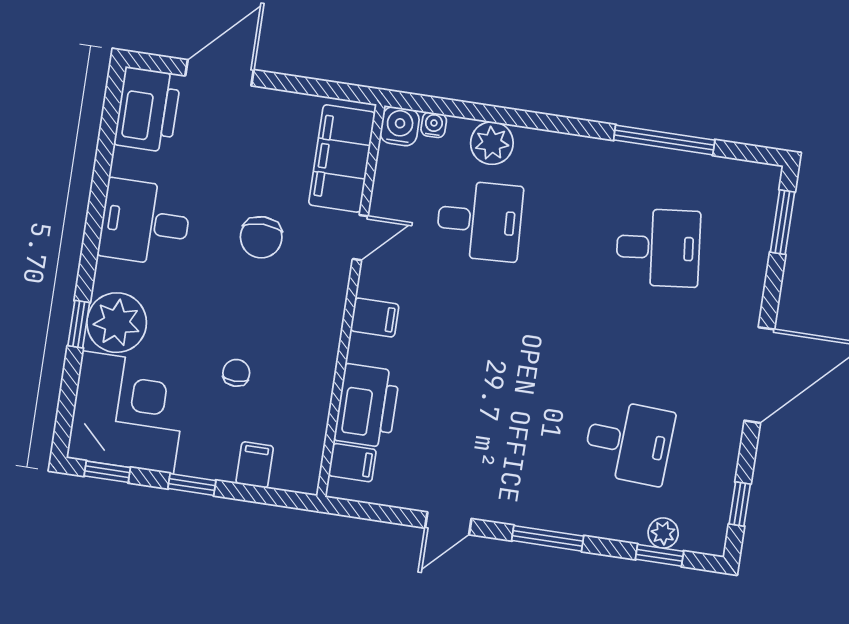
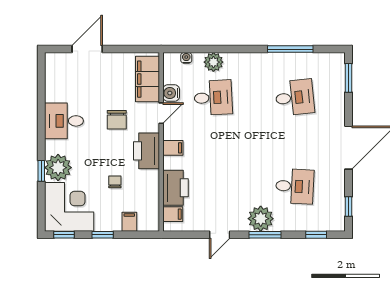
printer: (148, 110) -> (147, 151), moved, turned 180
water cooler: (400, 126) -> (171, 93), moved, turned -90
plant: (663, 533) -> (261, 219), moved, width x1.88, depth x1.88

